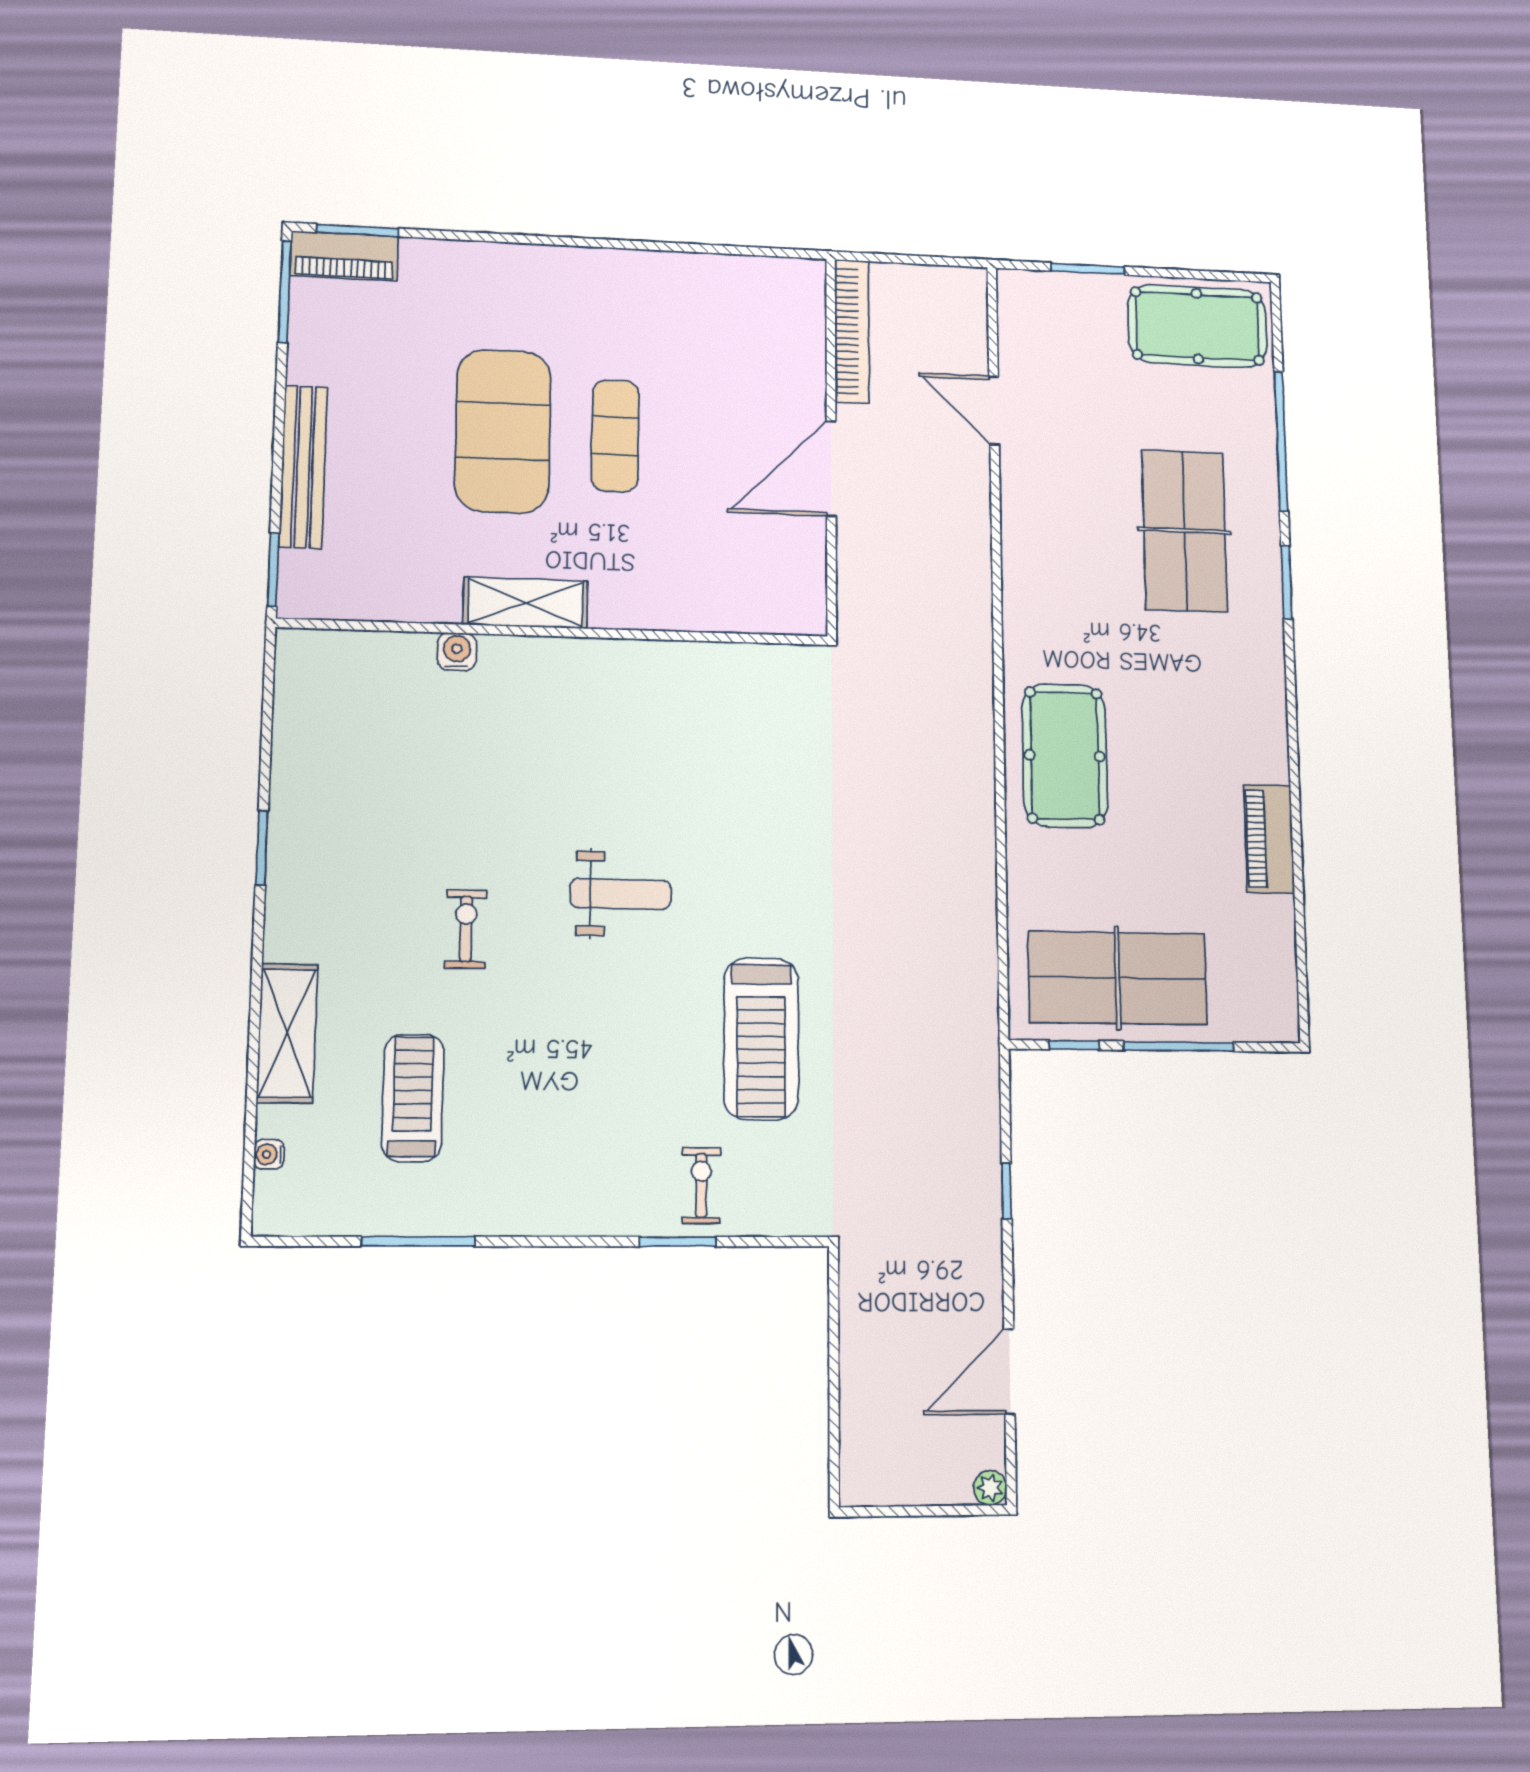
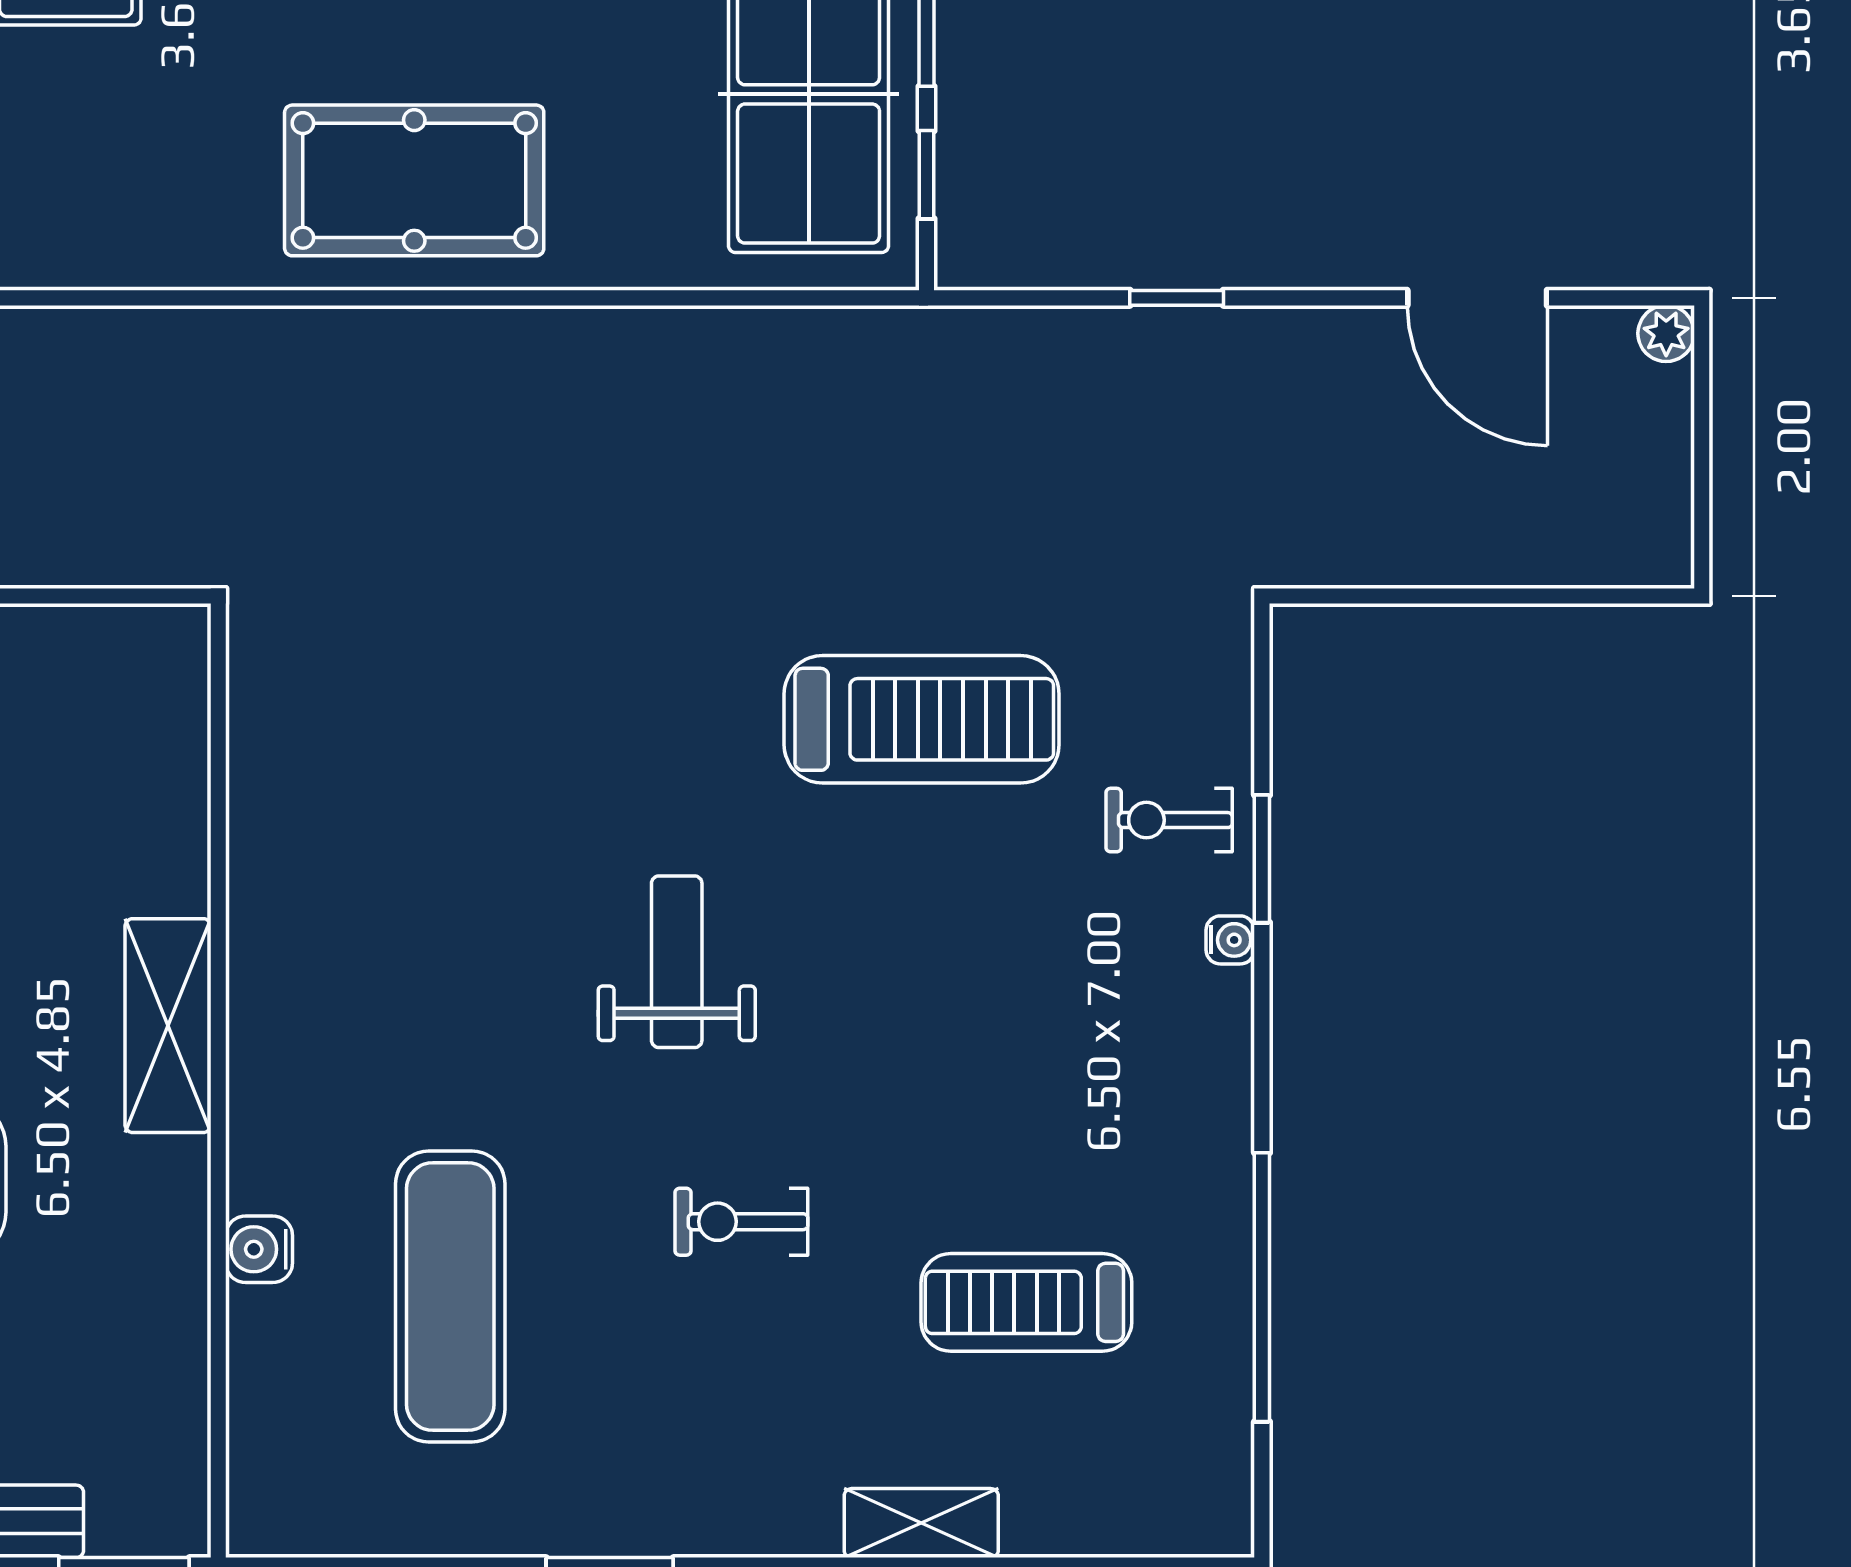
shelving: (525, 603) -> (168, 1026), moved
exercise mat: (426, 759) -> (450, 1296), added
shelving: (287, 1033) -> (921, 1523), width x0.67, depth x0.75
water cooler: (269, 1154) -> (1230, 940), moved, turned -90
window: (418, 1241) -> (1262, 1287), width x1.46

